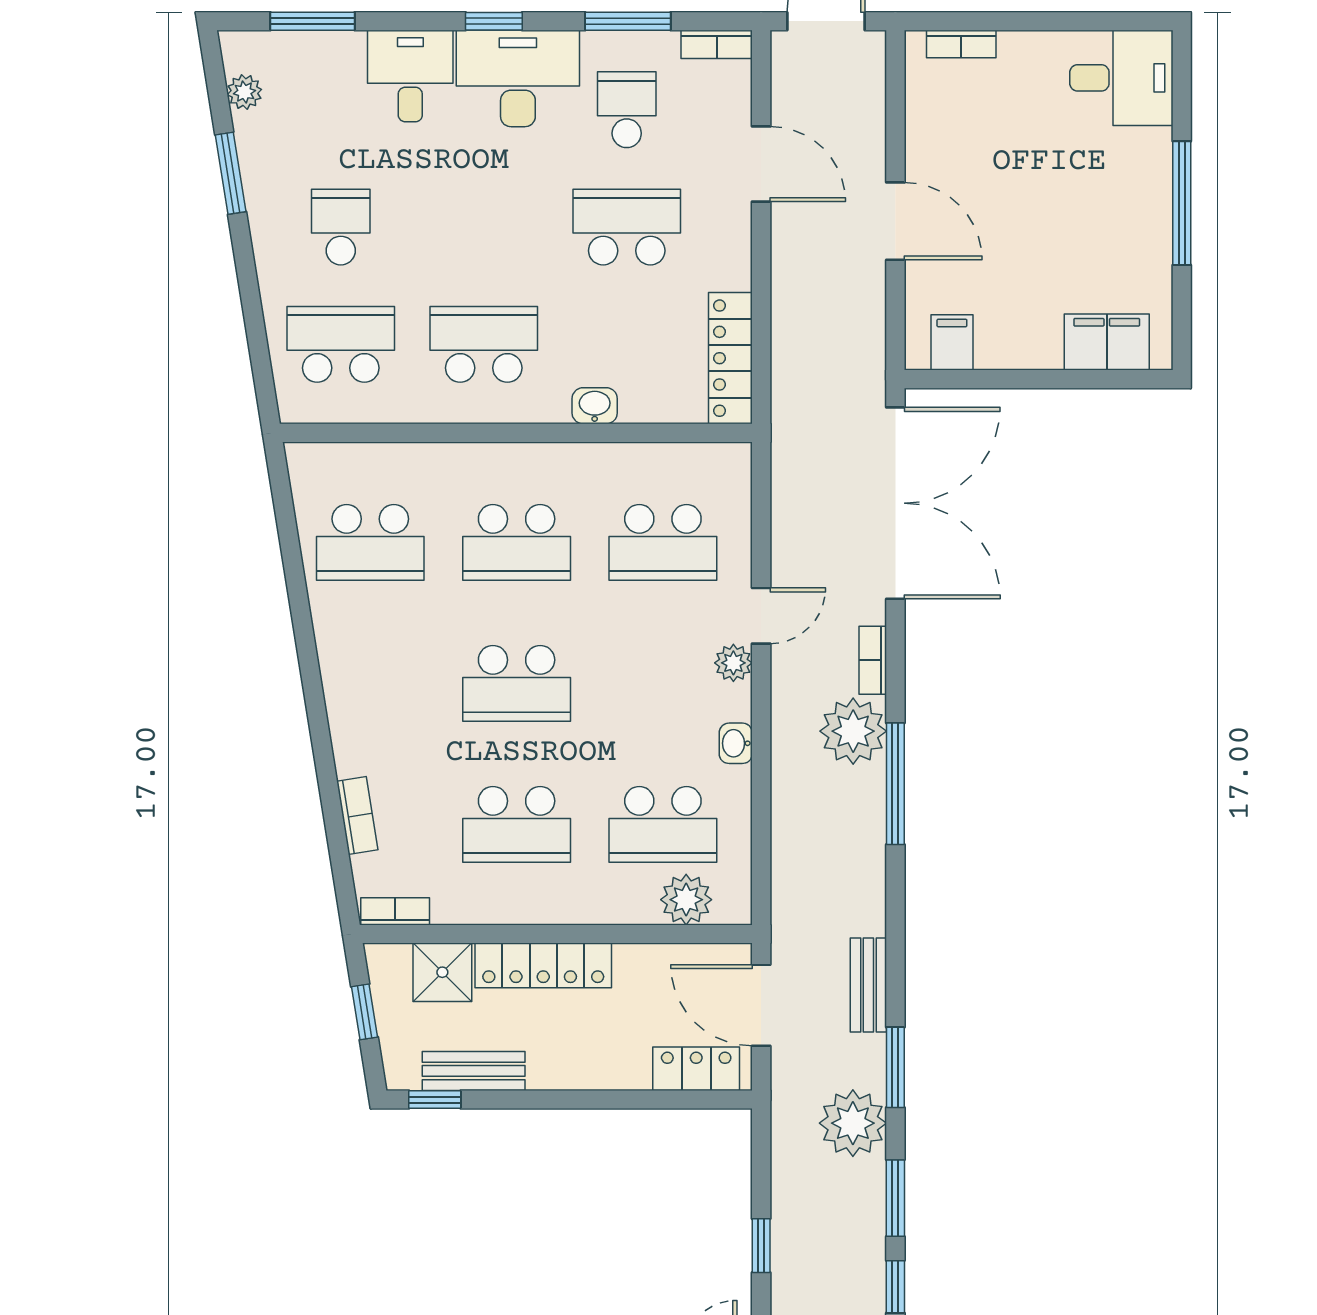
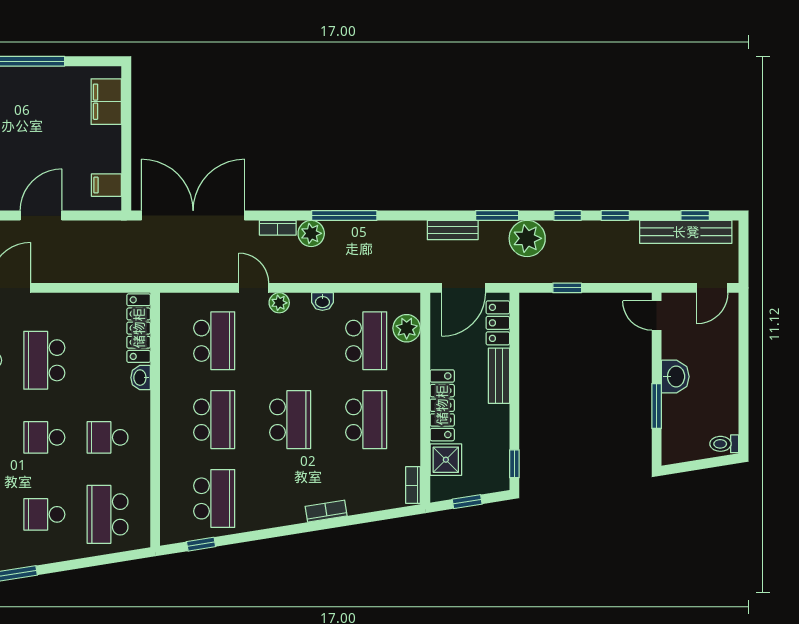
school desk: (484, 227) -> (44, 437), added
school desk: (484, 344) -> (108, 437), width x0.54
locker: (730, 358) -> (139, 328), moved, turned 90
window: (286, 518) -> (201, 544), added
plant: (853, 731) -> (311, 233), width x0.73, depth x0.73
bookcase: (357, 815) -> (326, 511), moved
bench: (474, 1071) -> (499, 376), moved
window: (895, 1198) -> (568, 216), width x0.67
window: (761, 1246) -> (567, 288), moved

